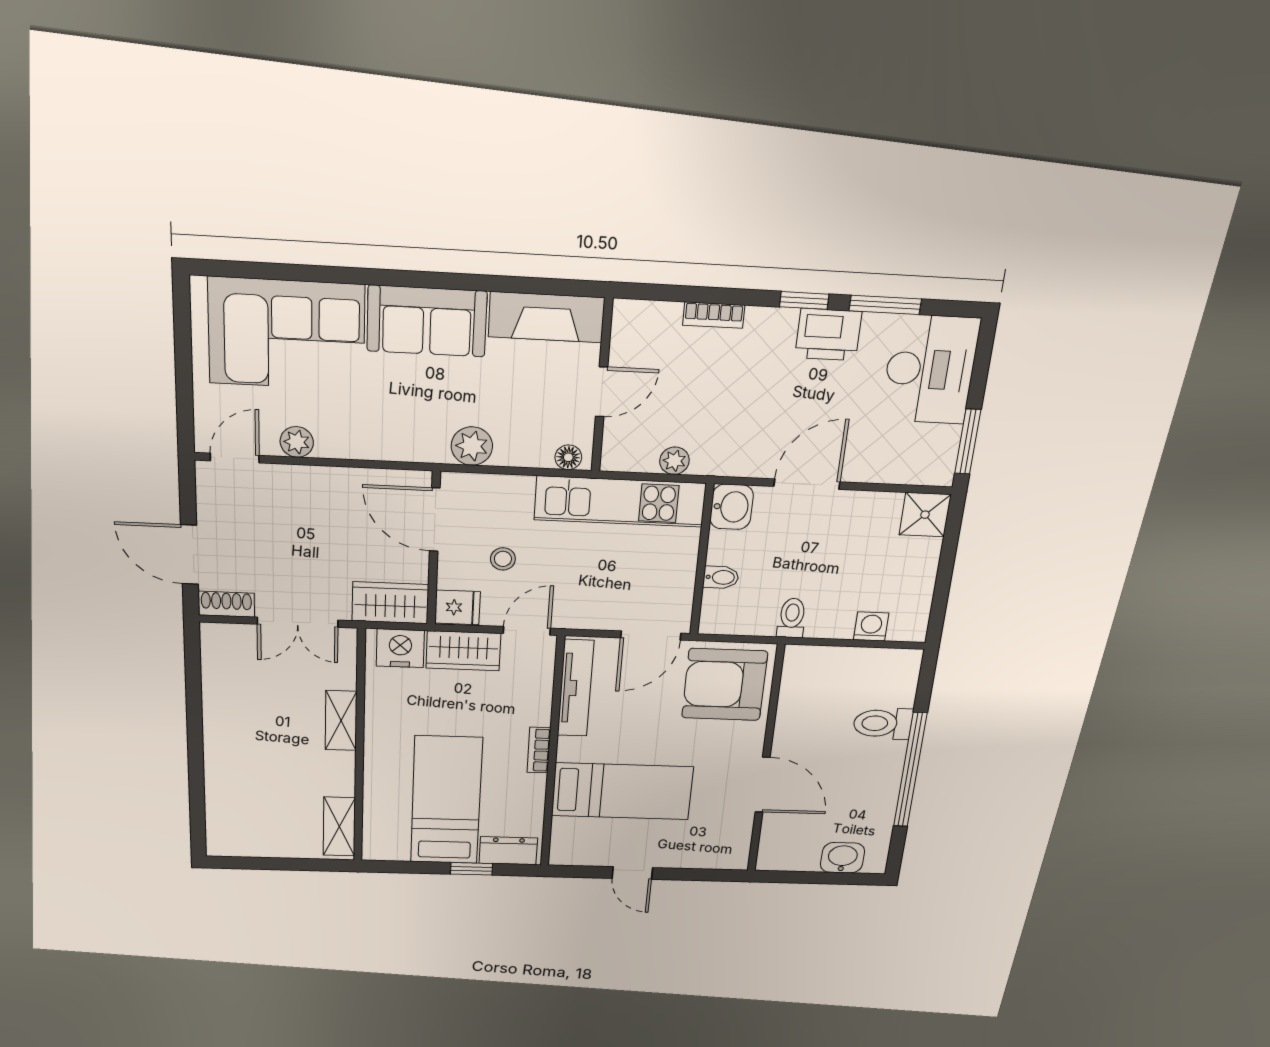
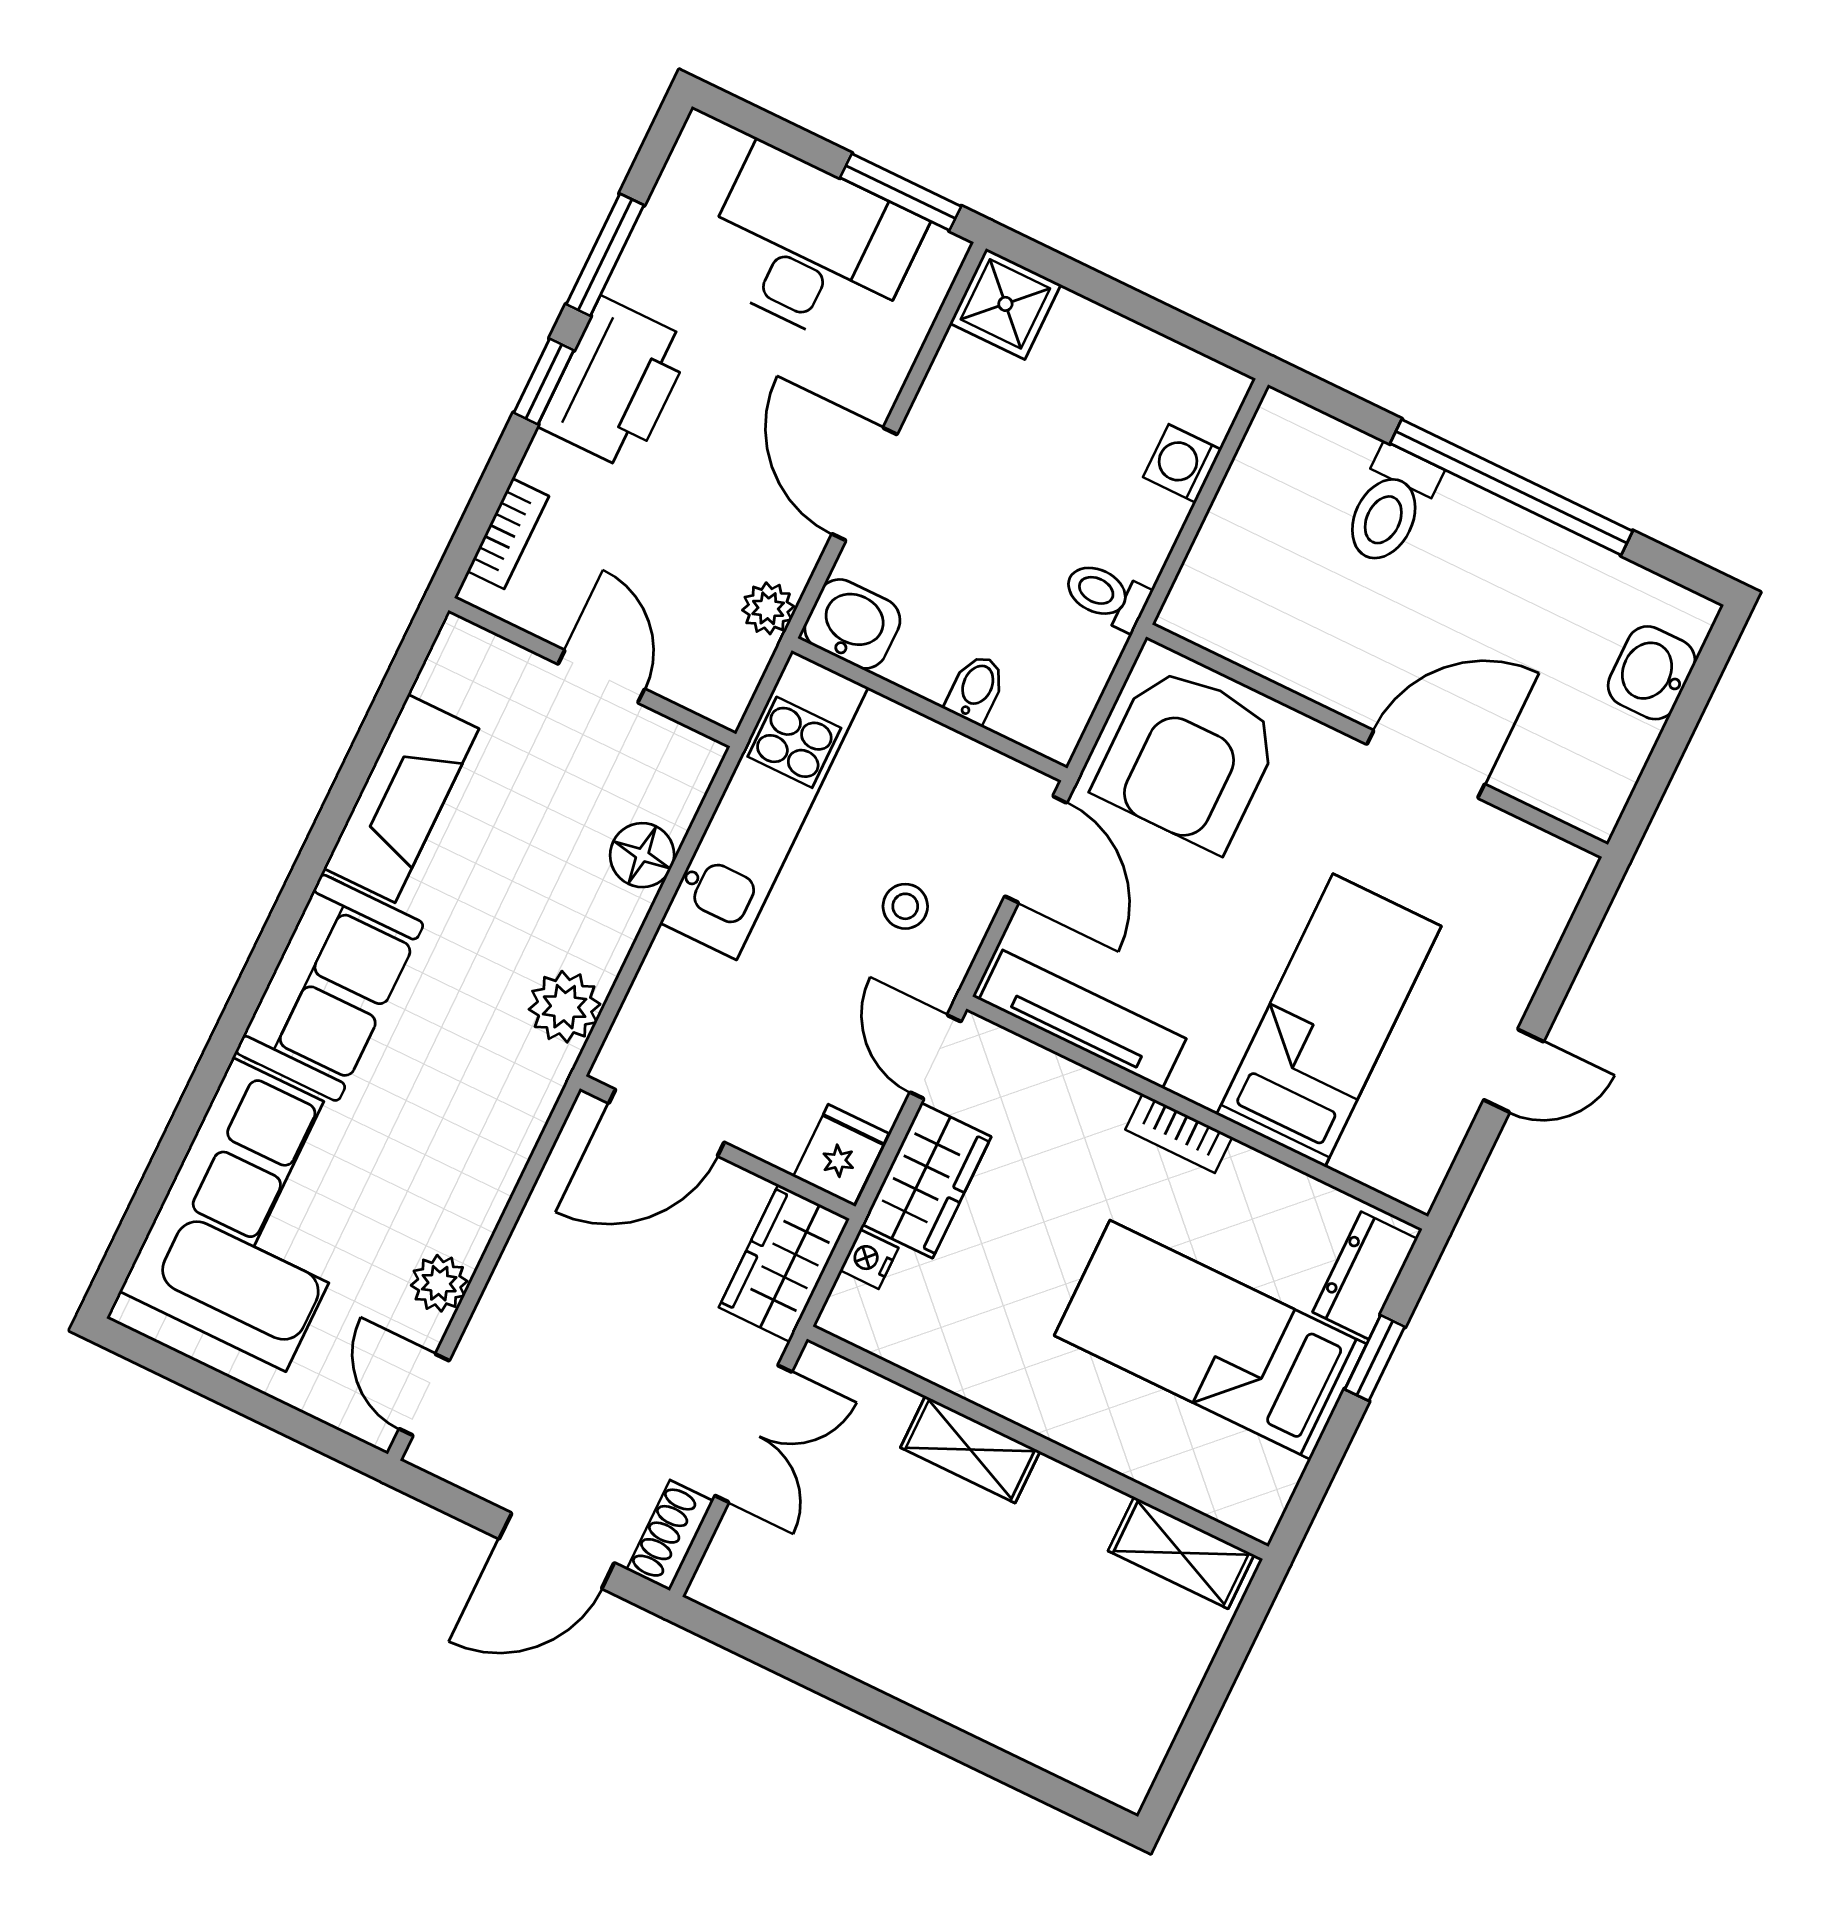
printer: (828, 335) -> (616, 384), width x1.37, depth x1.19
desk: (930, 369) -> (811, 248), moved
wall: (602, 386) -> (592, 672), moved
door: (602, 392) -> (601, 677), moved
floor lamp: (568, 457) -> (642, 855), width x1.37, depth x1.37
plant: (674, 461) -> (768, 608), moved
stool: (503, 559) -> (905, 906), moved
nightstand: (400, 648) -> (869, 1259), width x0.53, depth x0.56

